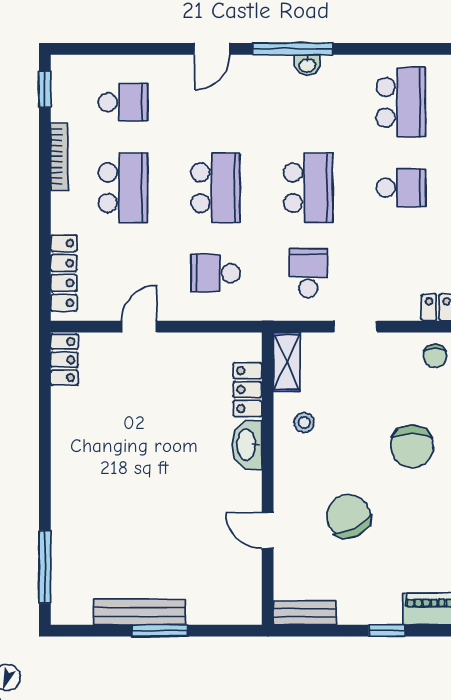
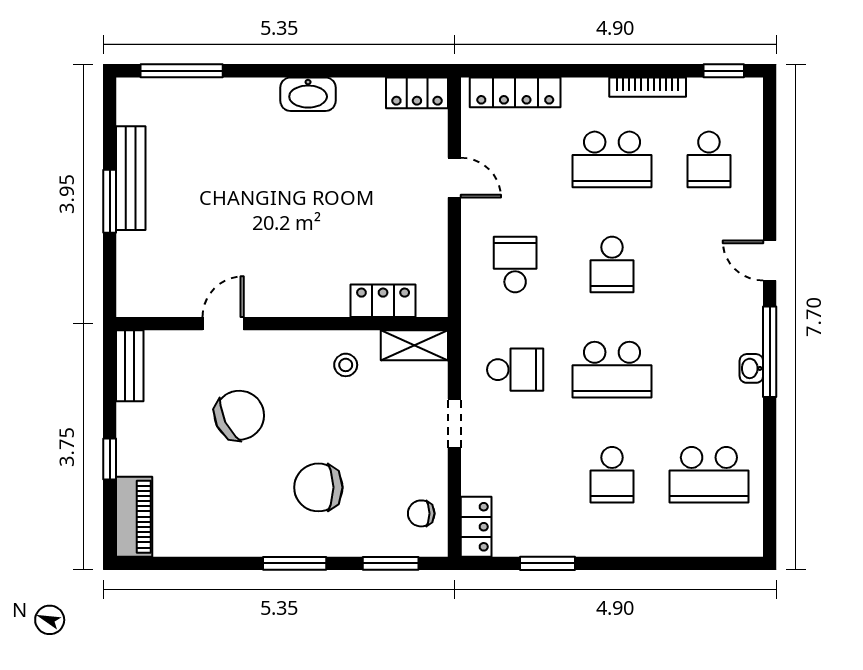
school desk: (216, 188) -> (612, 265), width x0.54
washbasin: (247, 445) -> (308, 94), moved, turned 180

